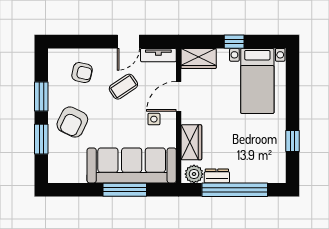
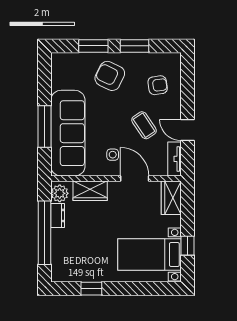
window: (234, 42) -> (187, 246), moved
armchair: (82, 73) -> (158, 85), turned -111

